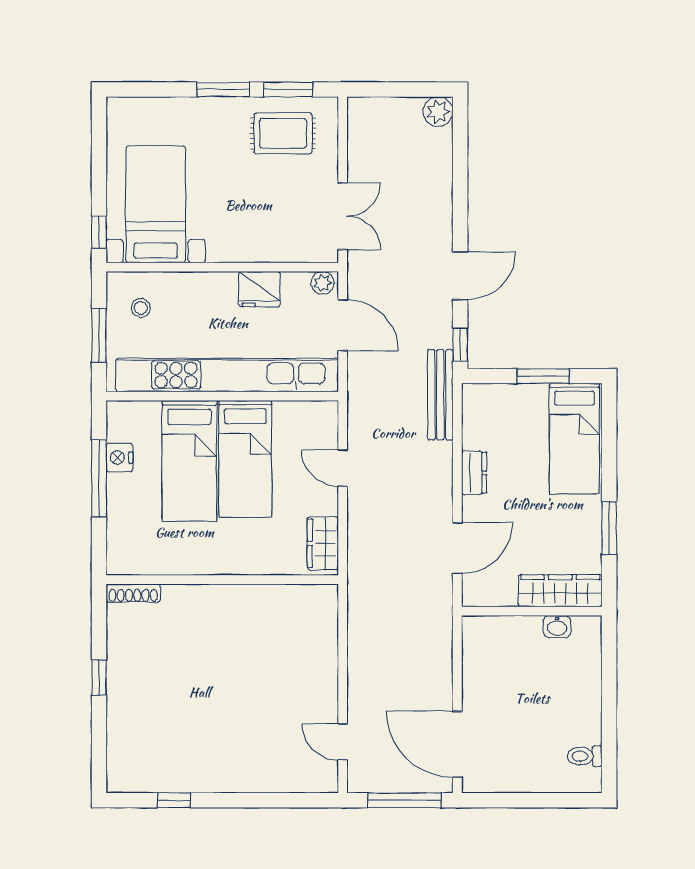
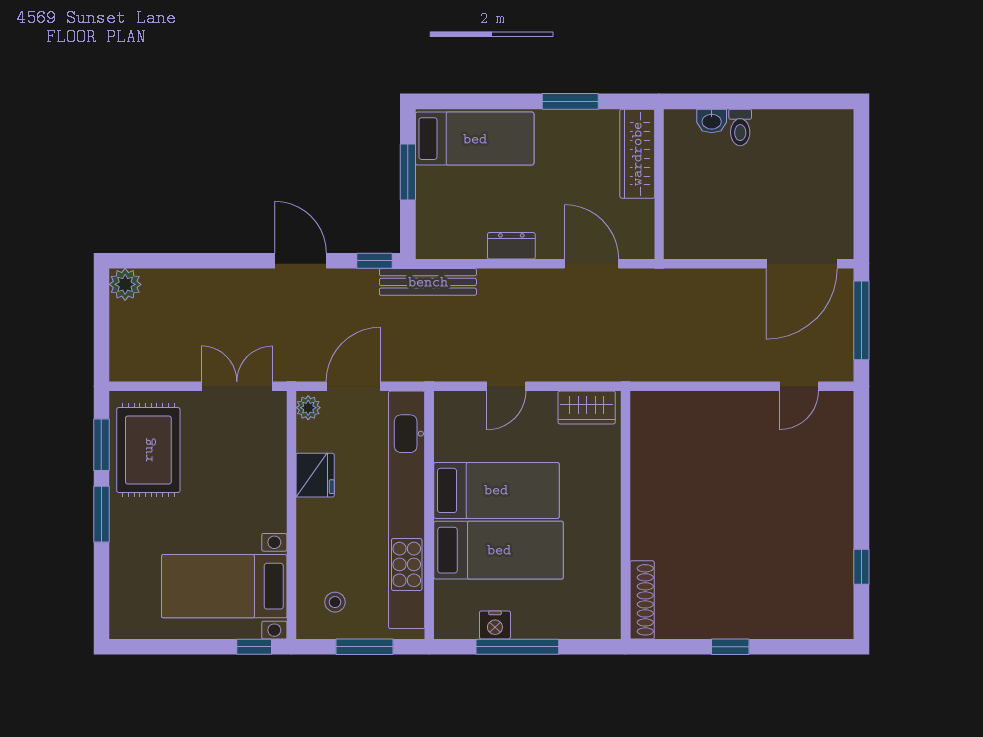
rug: (283, 133) -> (148, 450), width x1.36, depth x1.43
shoe rack: (133, 593) -> (642, 600), width x1.36, depth x1.24
washbasin: (557, 627) -> (712, 121), moved, turned 90
toilet: (585, 756) -> (740, 127), moved

